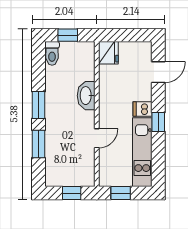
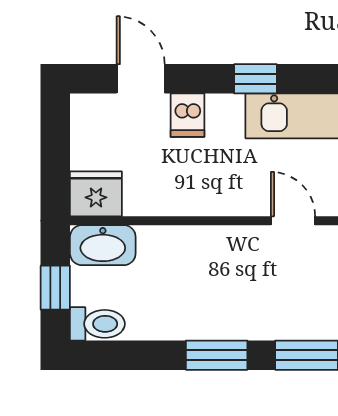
washbasin: (86, 96) -> (103, 245), moved
dishwasher: (143, 109) -> (187, 115), moved

